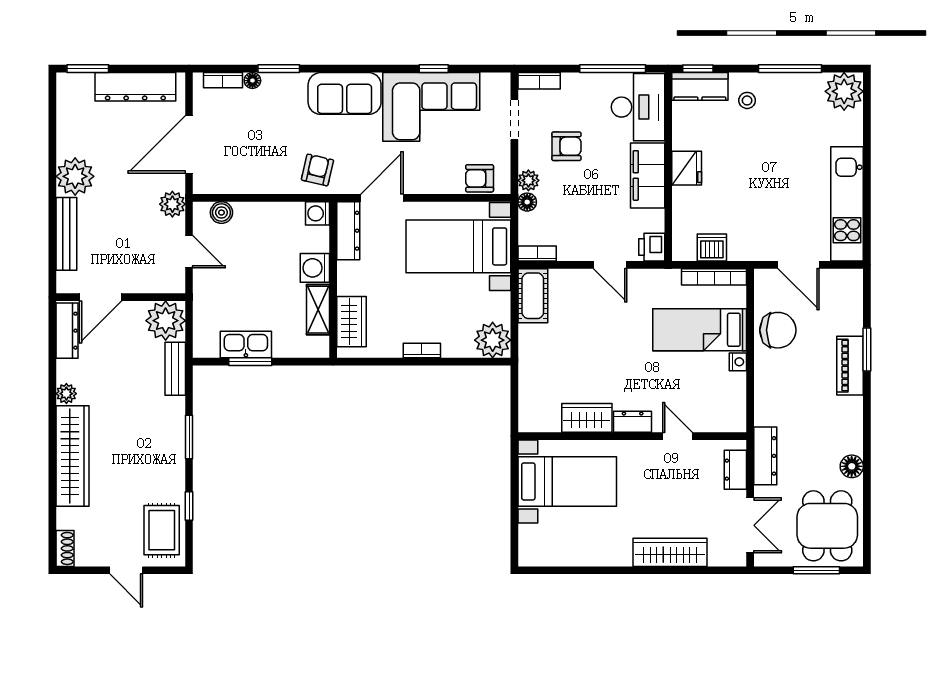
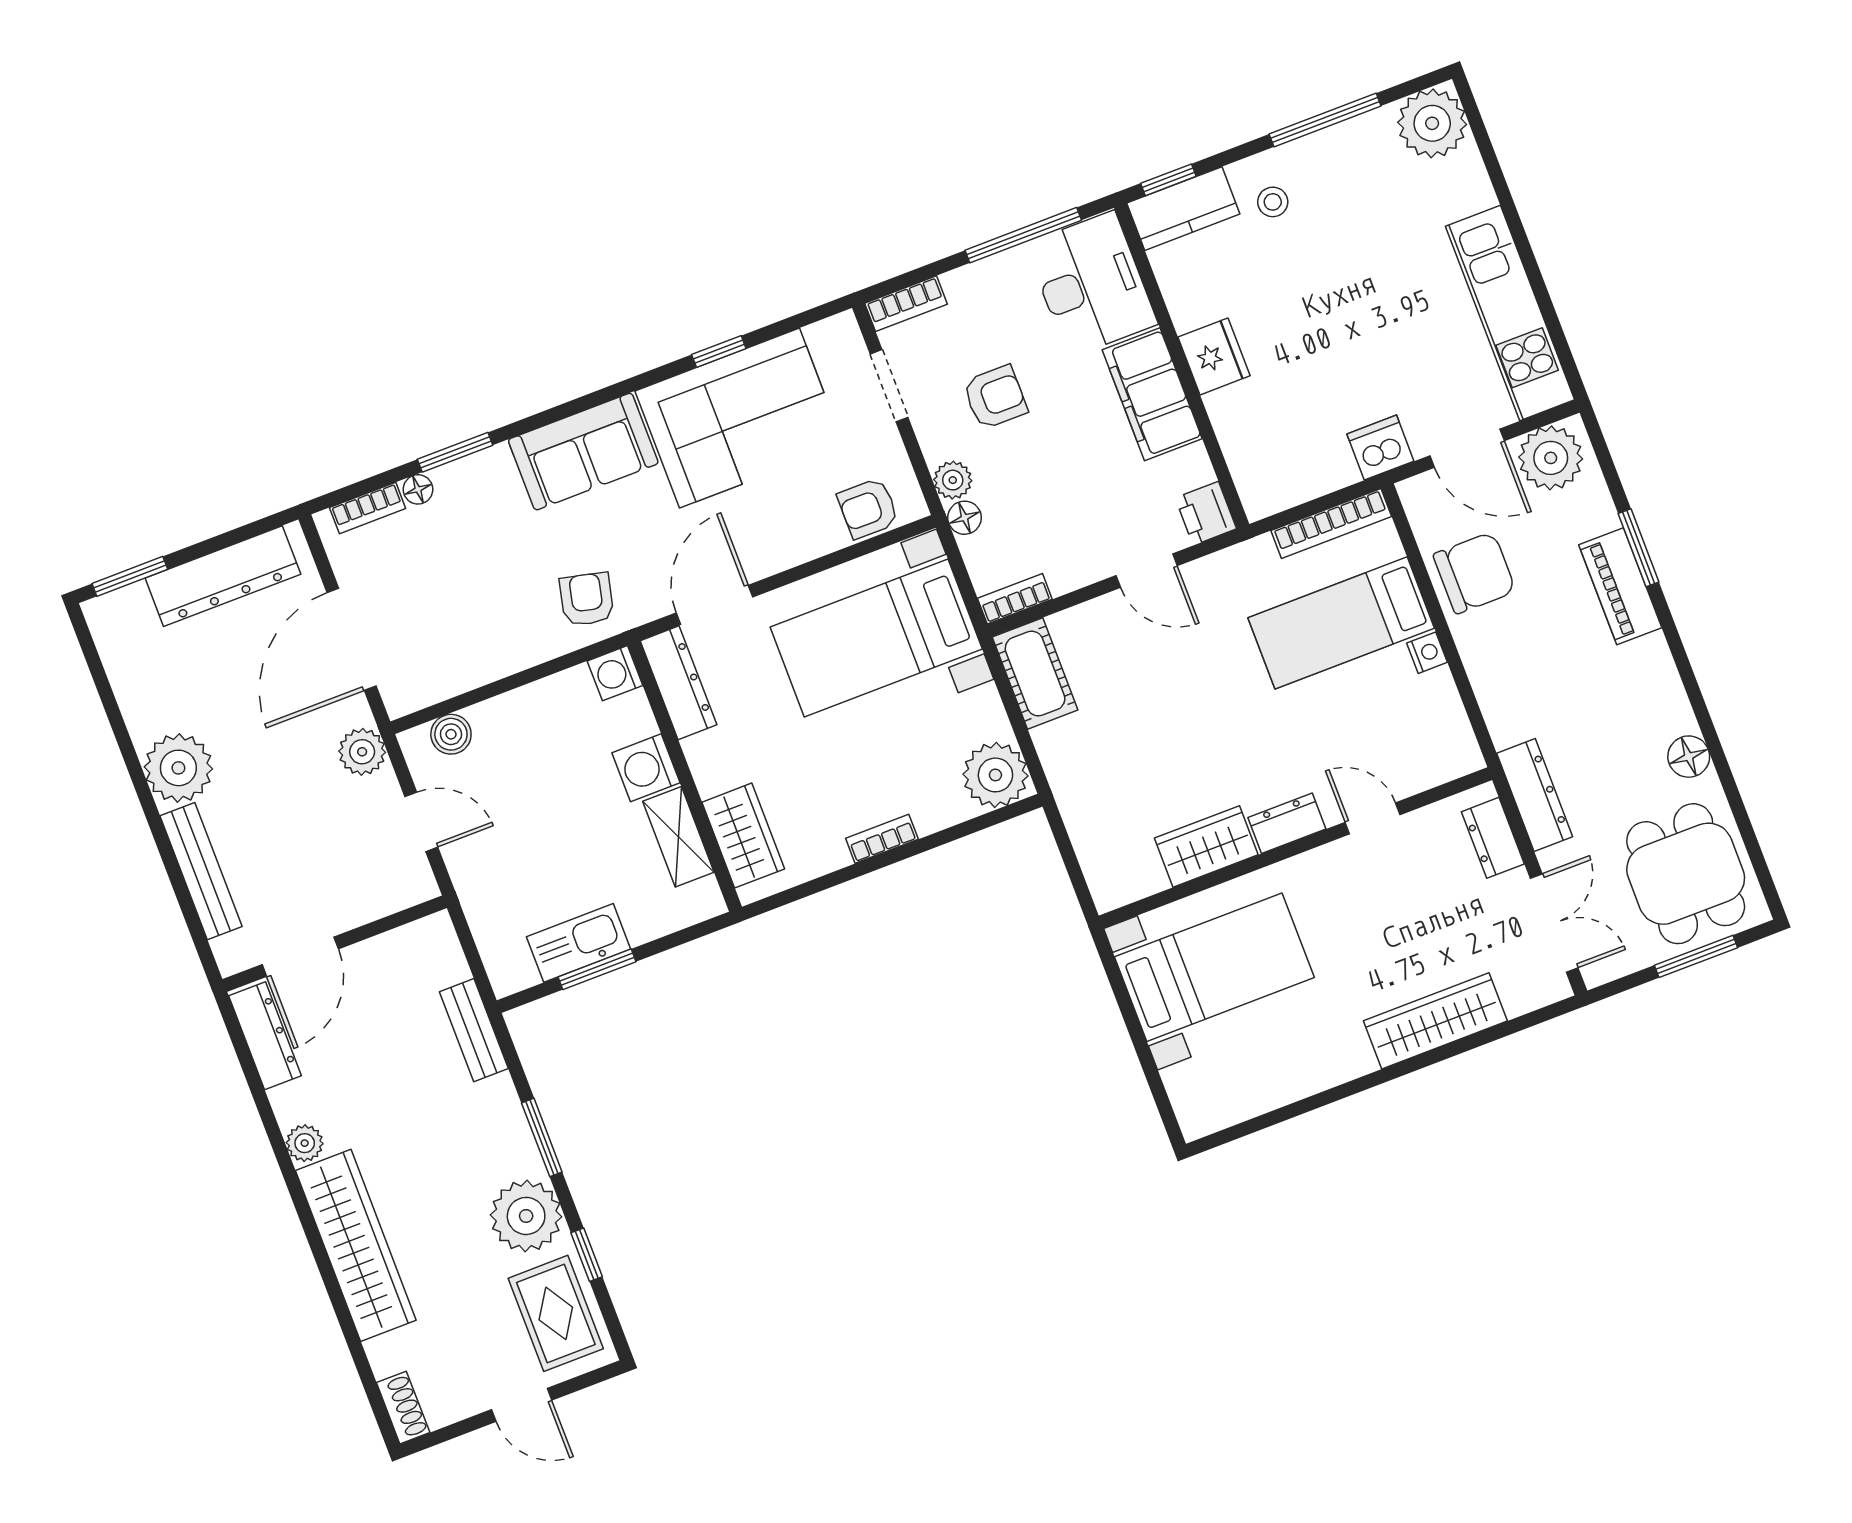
dishwasher: (712, 248) -> (1380, 448), moved
plant: (839, 286) -> (1551, 458), added
plant: (166, 321) -> (526, 1216), moved

